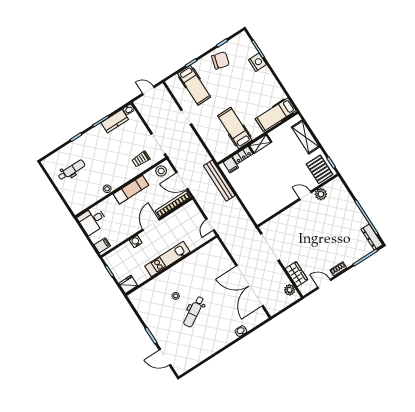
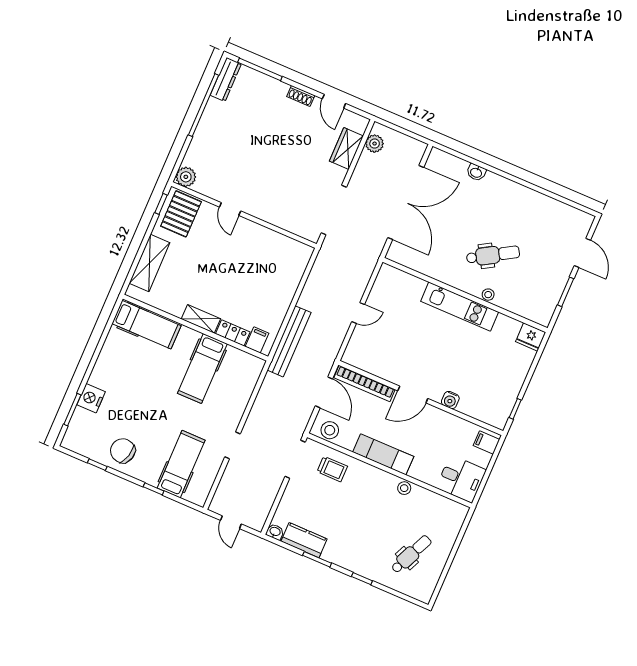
dental chair: (72, 170) -> (411, 554), turned 114
plant: (321, 194) -> (186, 177), moved
kitchen unit: (167, 259) -> (460, 307), moved
wall: (171, 266) -> (465, 295), moved
fridge: (128, 284) -> (531, 337), moved

